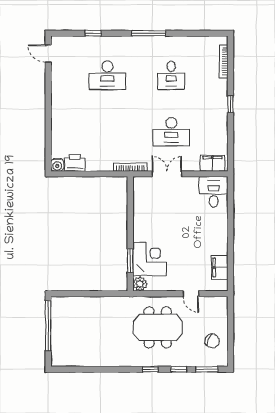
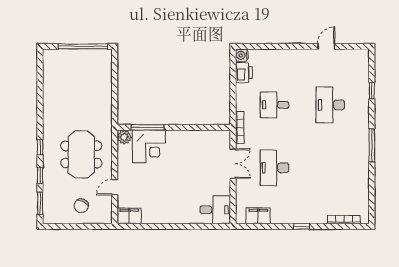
door: (48, 54) -> (326, 46), moved
desk: (171, 75) -> (274, 105), moved
filing cabinet: (212, 163) -> (258, 216), moved, turned -90
window: (130, 260) -> (147, 127), width x1.44
filing cabinet: (220, 267) -> (129, 216), moved
chair: (212, 341) -> (81, 206), moved

